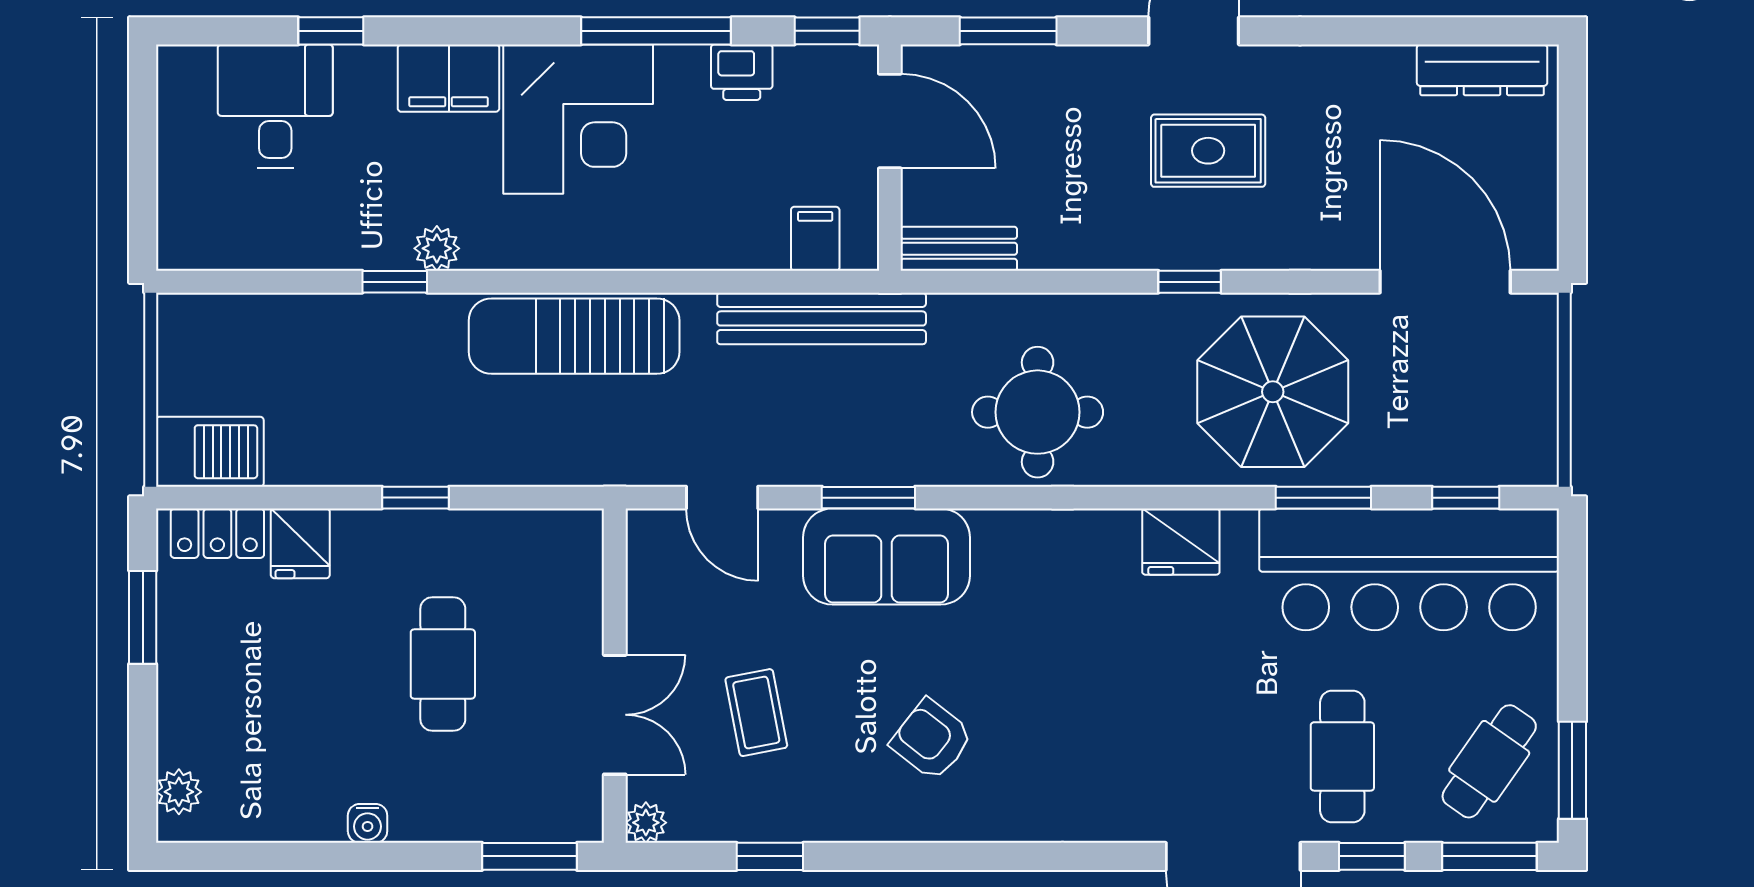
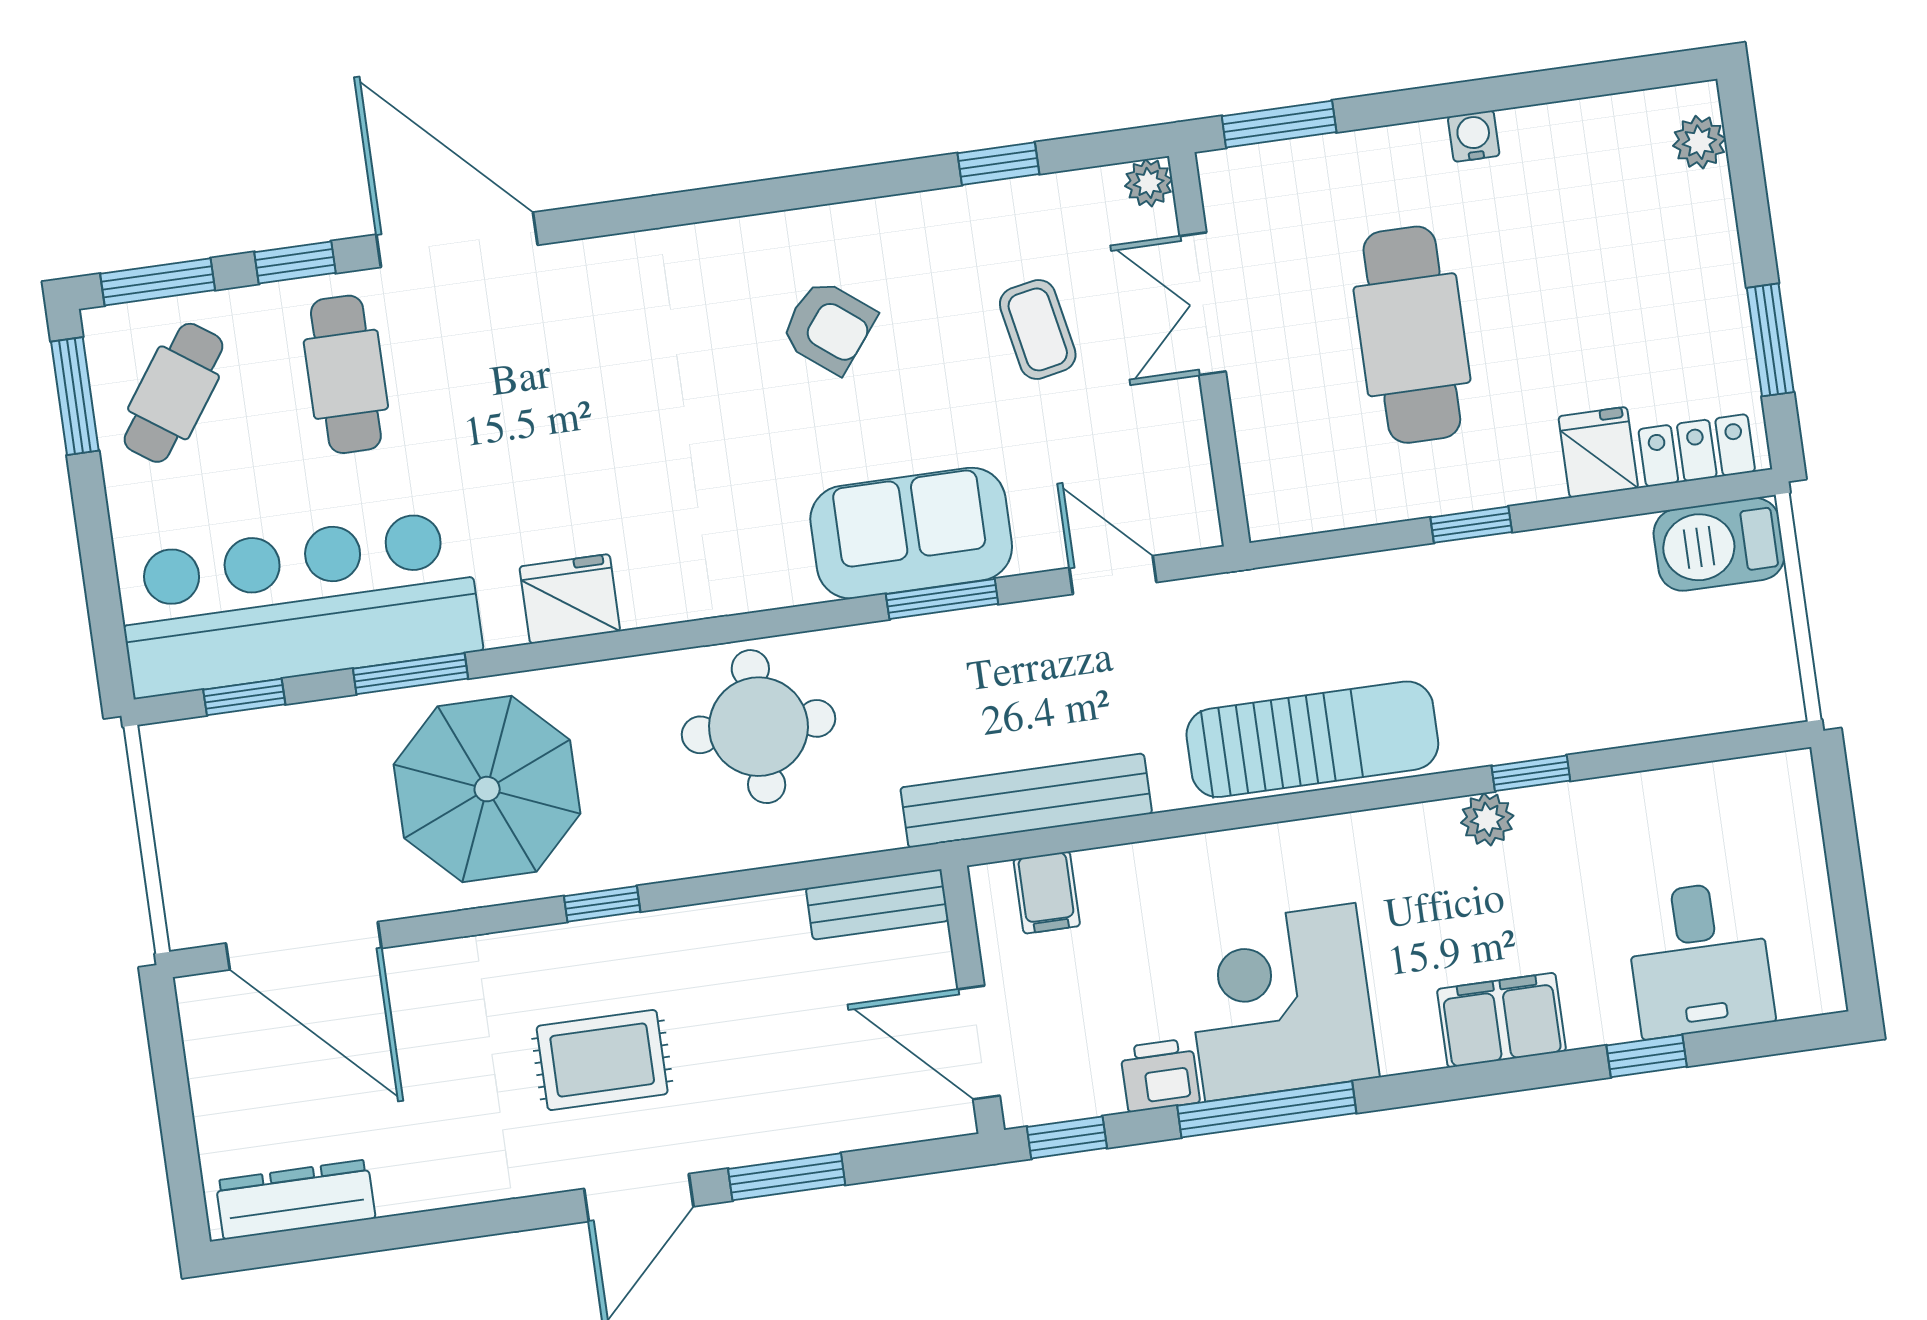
window: (1008, 31) -> (787, 1177), moved
corner desk: (578, 119) -> (1280, 1002), moved
cafe table: (443, 664) -> (1412, 335), width x1.37, depth x1.35

